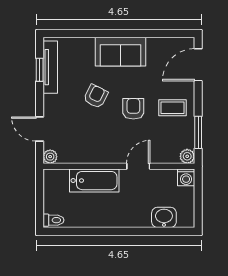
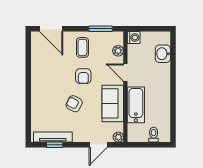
sofa: (121, 52) -> (113, 103), moved, turned 180
armchair: (133, 109) -> (83, 76), turned -90
plant: (187, 156) -> (118, 51), moved
toilet: (53, 220) -> (154, 135), moved

